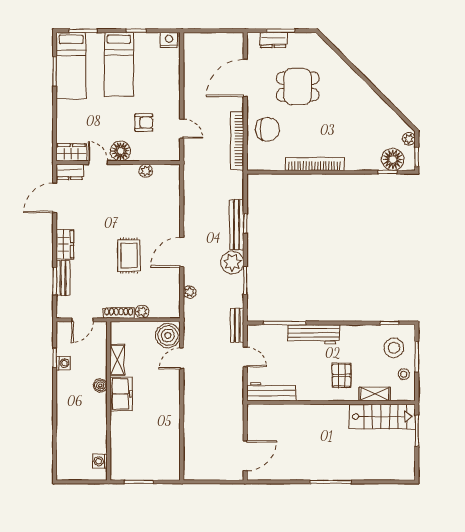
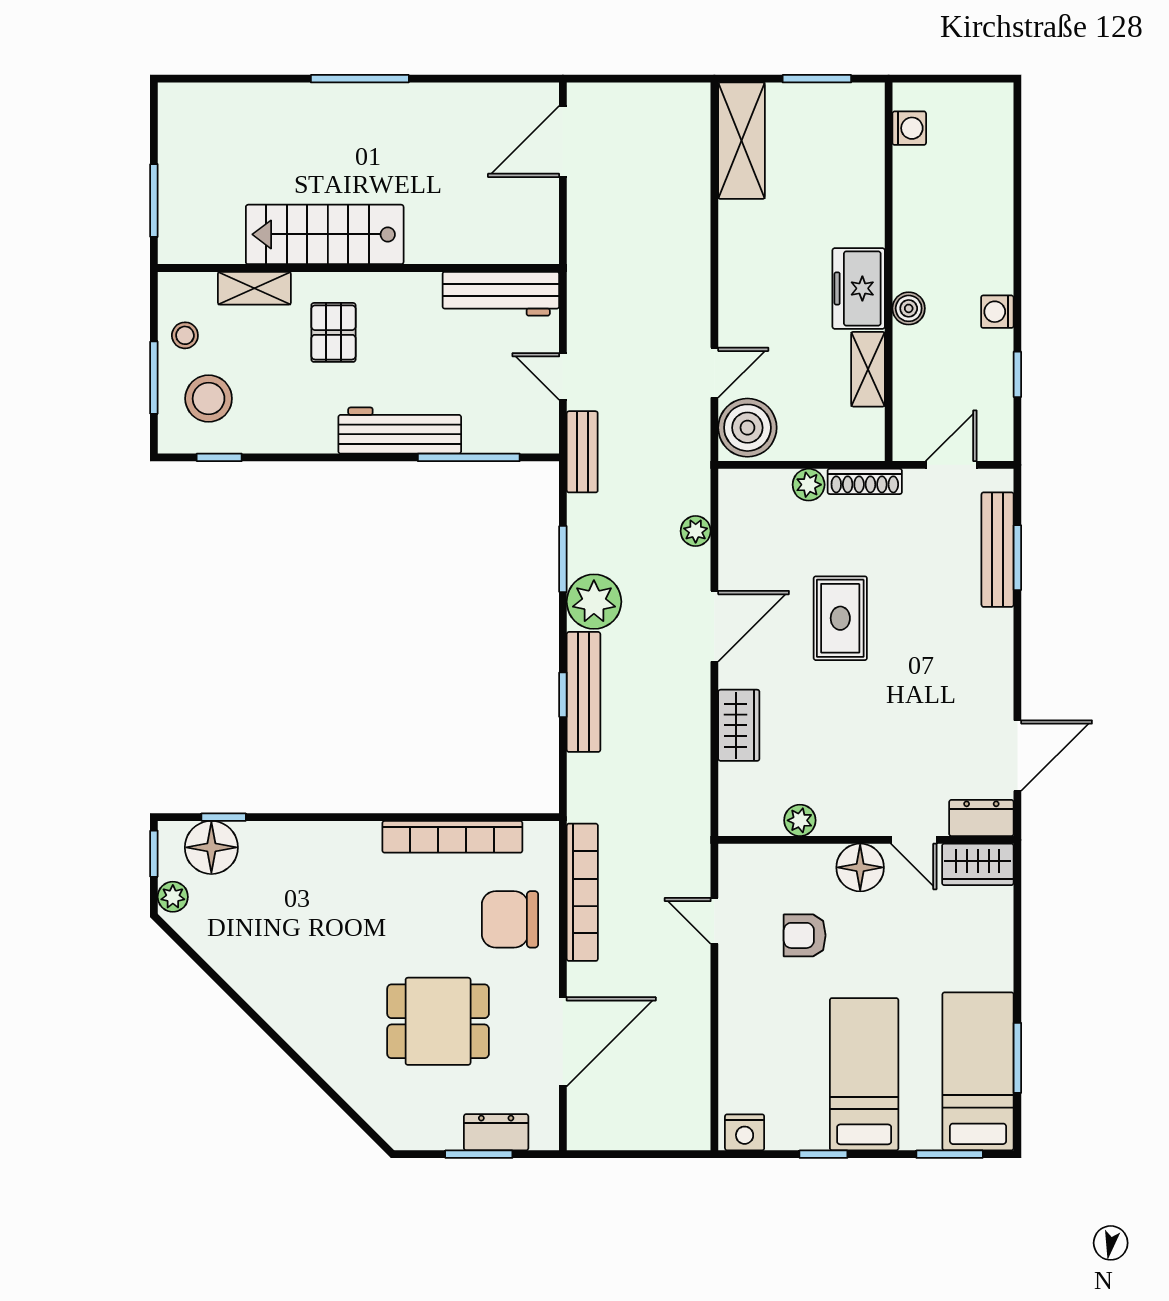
bookcase: (315, 164) -> (452, 837), moved
wardrobe: (65, 244) -> (739, 725), moved, turned 180
bench: (63, 278) -> (998, 550), width x1.36
washing machine: (63, 363) -> (997, 312), moved
stairs: (382, 417) -> (325, 234), moved
shelving: (170, 456) -> (741, 141), added

